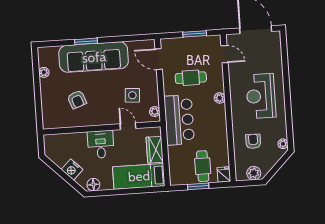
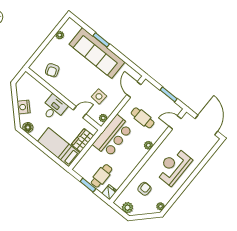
door: (225, 54) -> (175, 122), swing flipped
armchair: (77, 99) -> (52, 70), moved
door: (128, 126) -> (80, 112), hinge flipped

